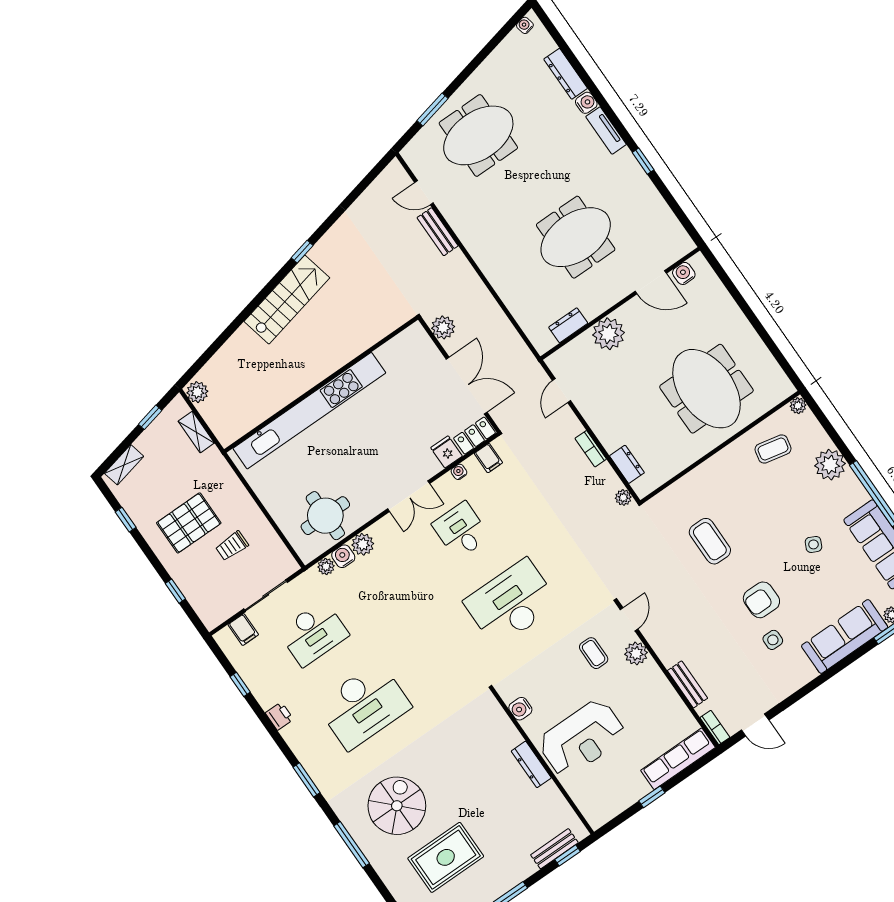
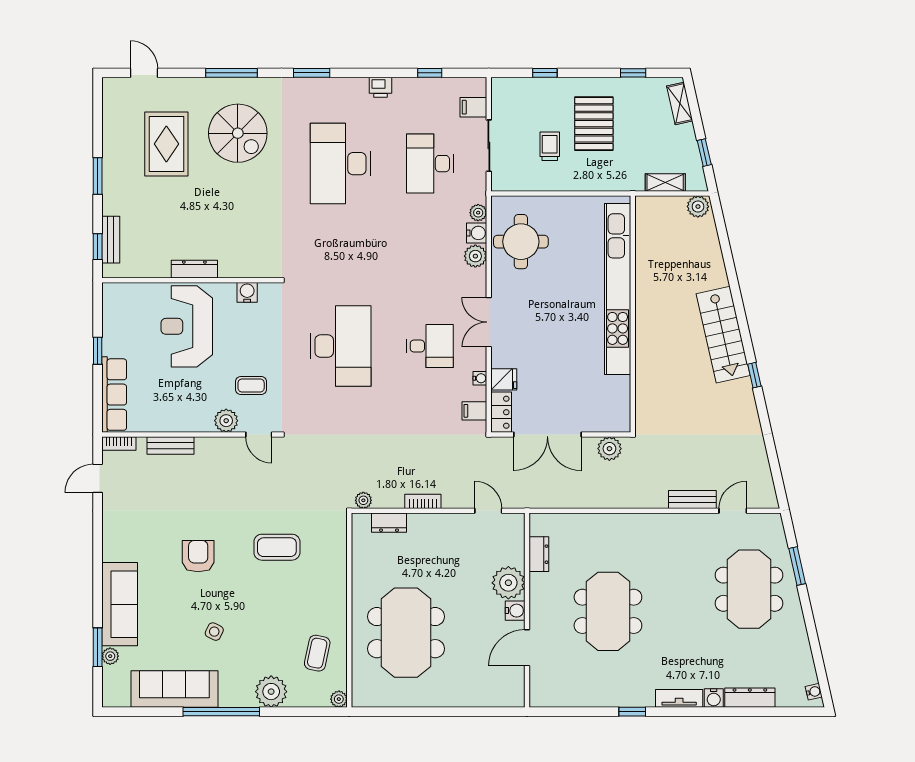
water cooler: (684, 273) -> (515, 611), moved
meeting table: (706, 389) -> (406, 633), turned 90
side table: (773, 640) -> (158, 542), removed

